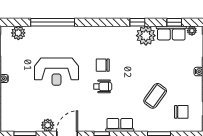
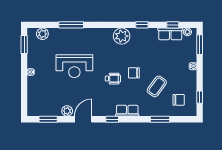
window: (53, 22) -> (71, 25), width x0.68
plant: (146, 36) -> (122, 36), moved
chair: (103, 65) -> (134, 73), moved

